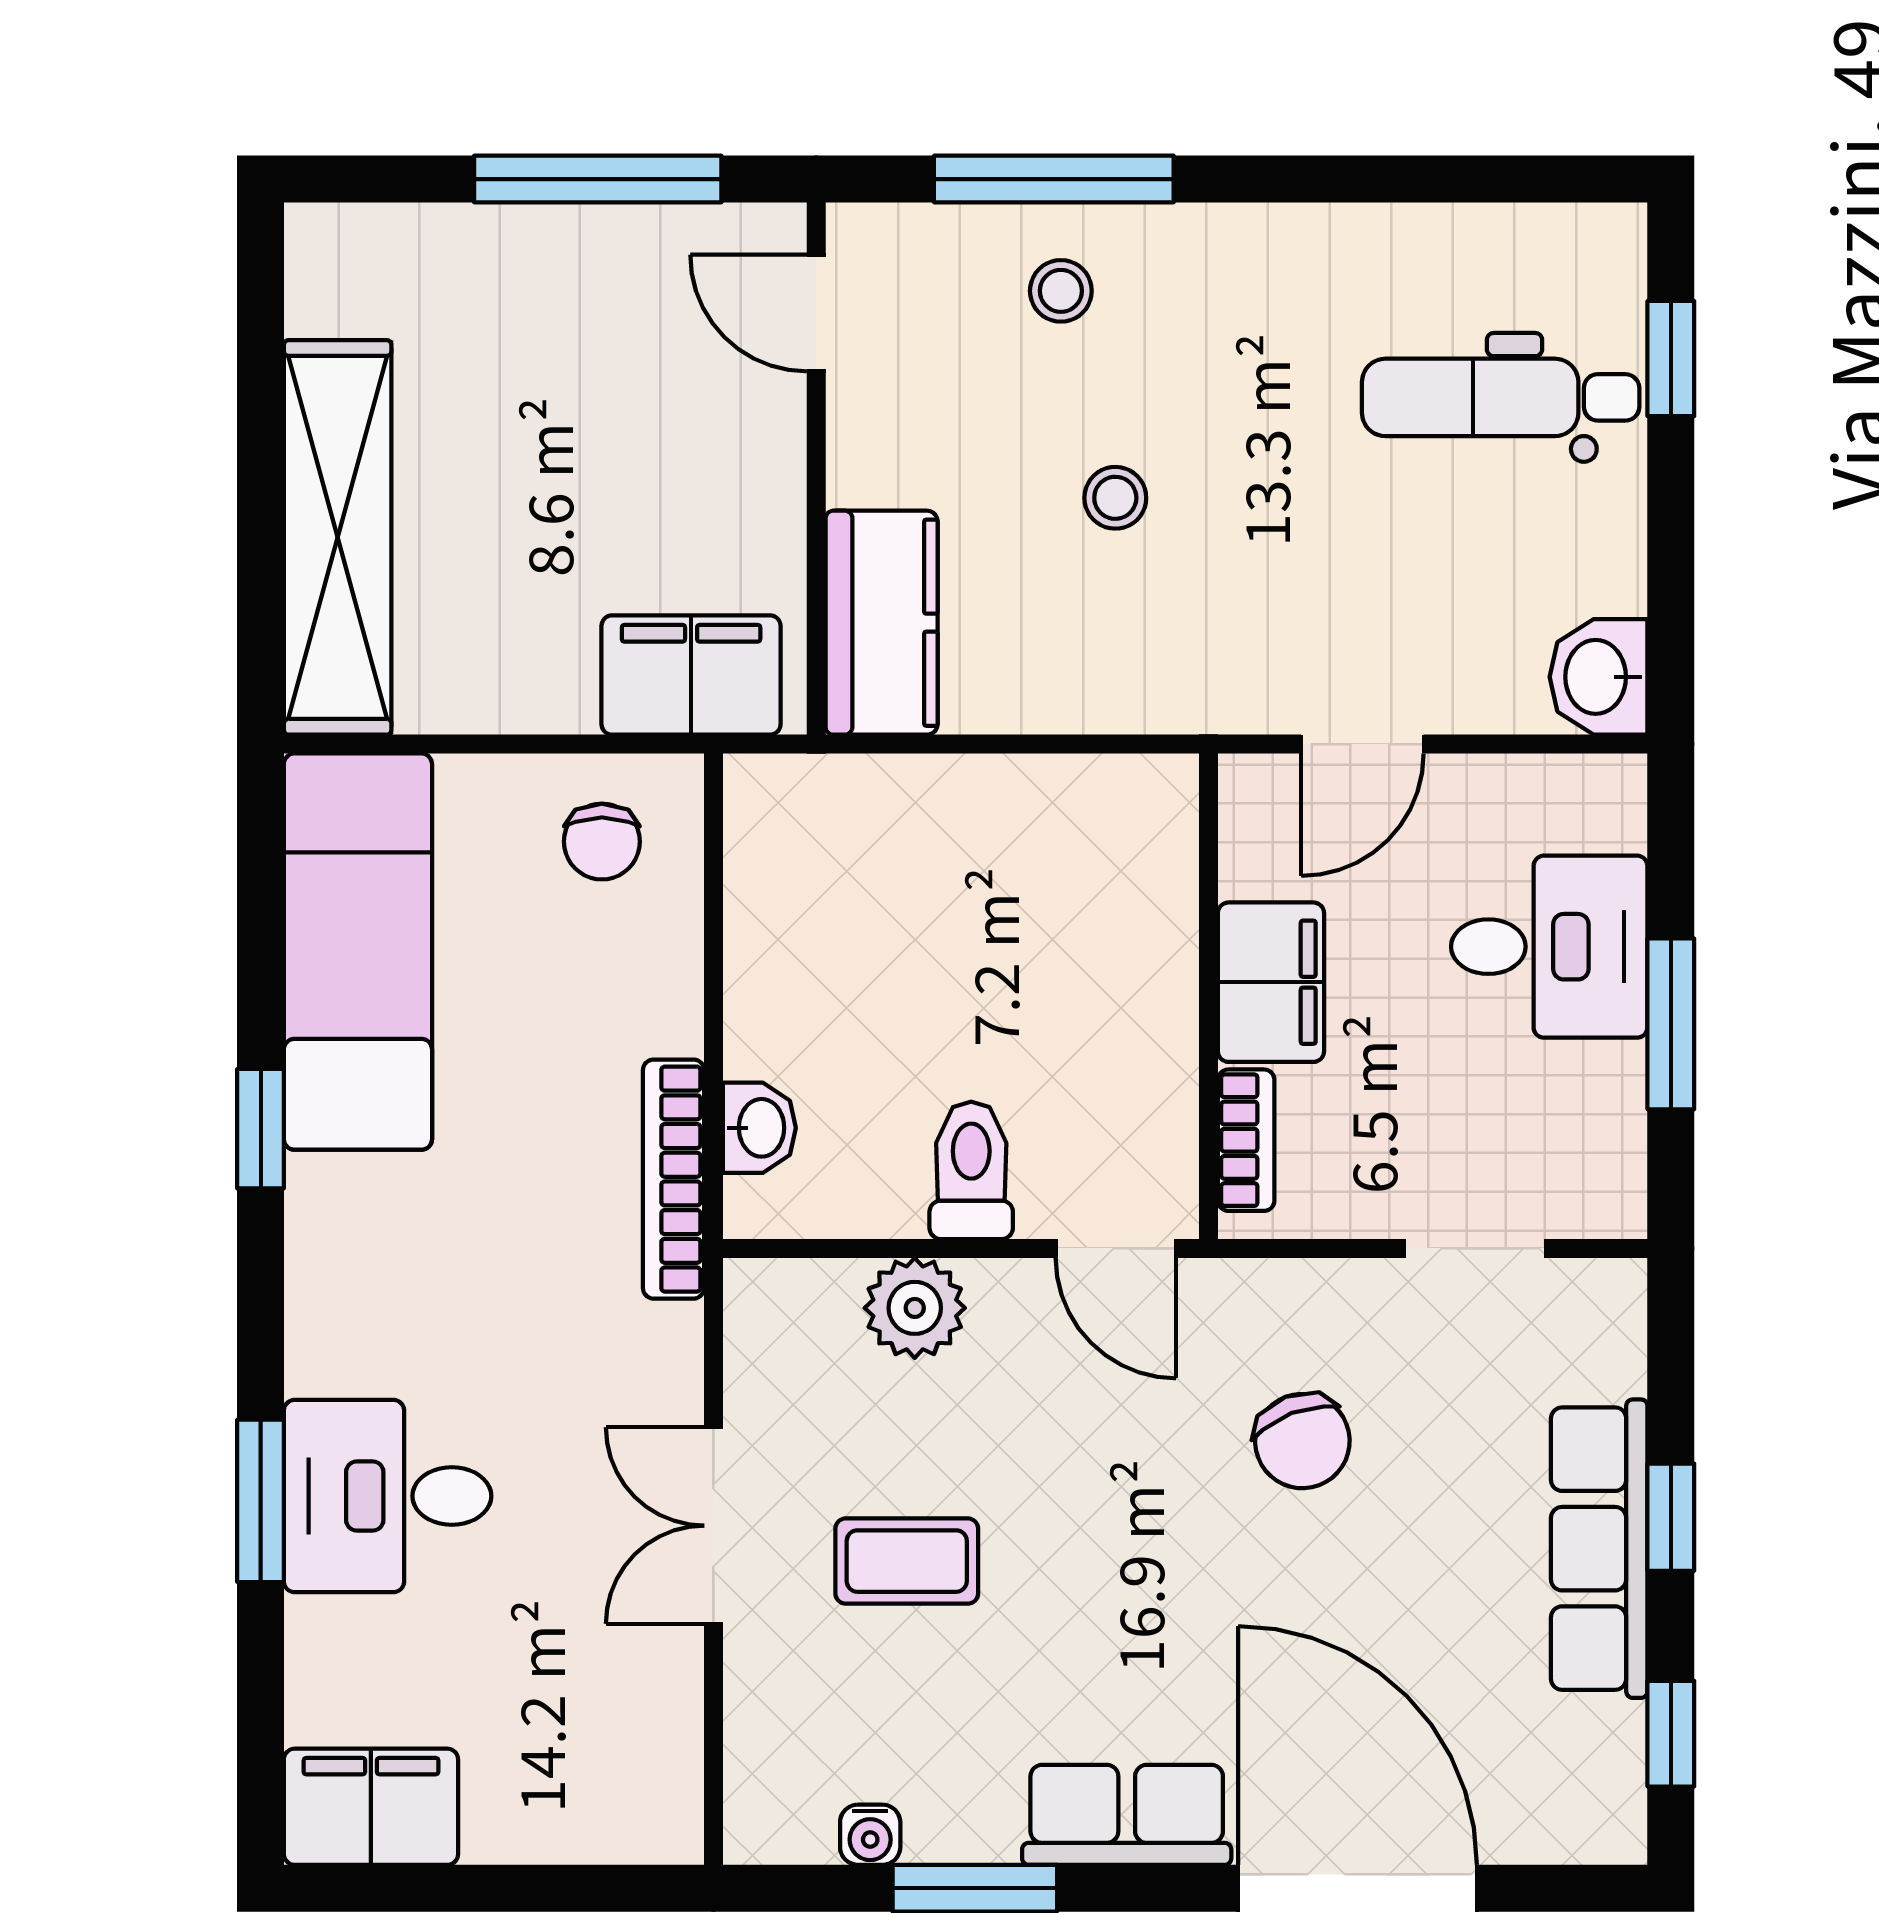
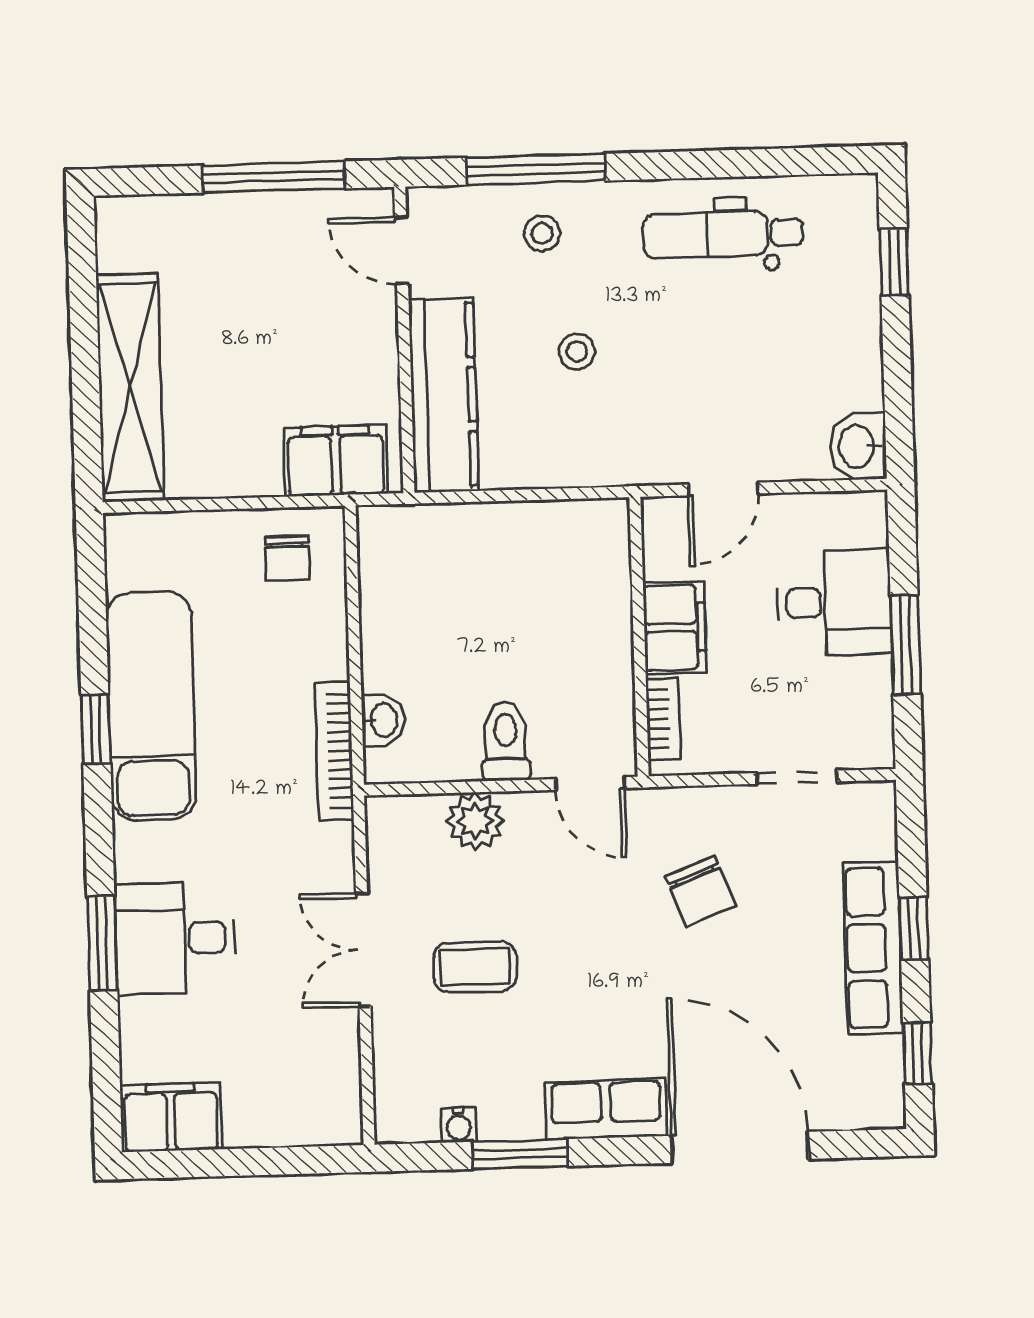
dental chair: (1501, 397) -> (723, 234), moved
kitchen counter: (882, 623) -> (444, 395), width x1.50
exam couch: (358, 952) -> (151, 706), moved

